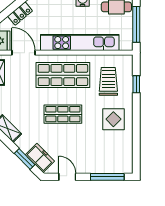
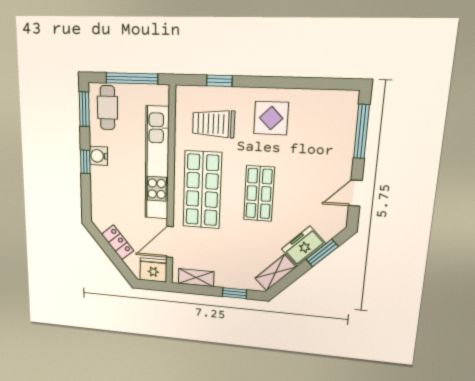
freezer: (40, 158) -> (304, 246), moved

